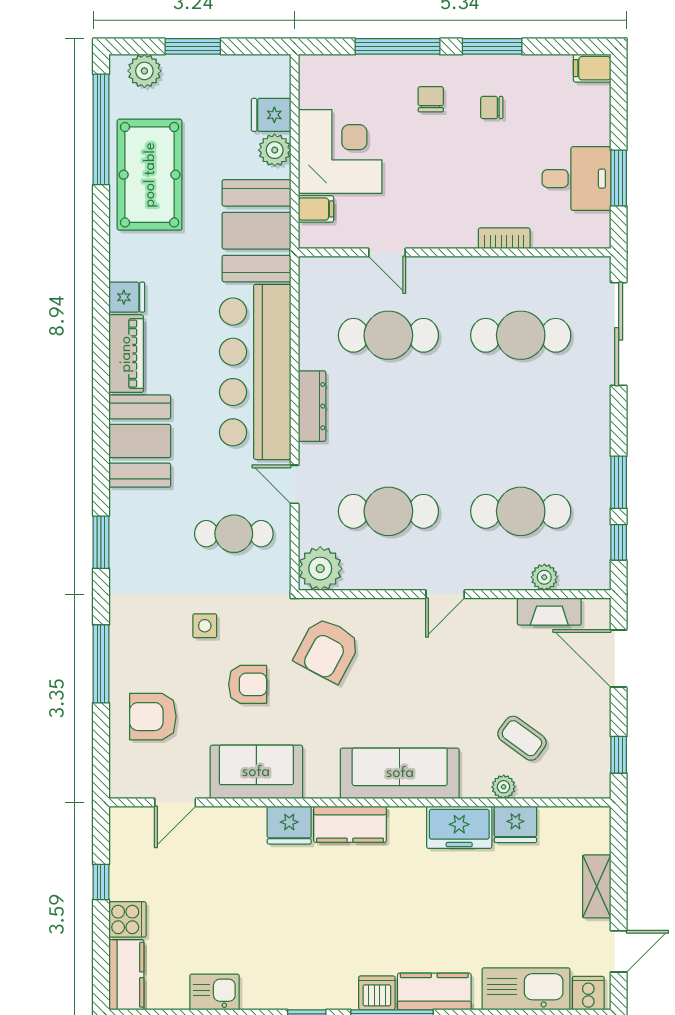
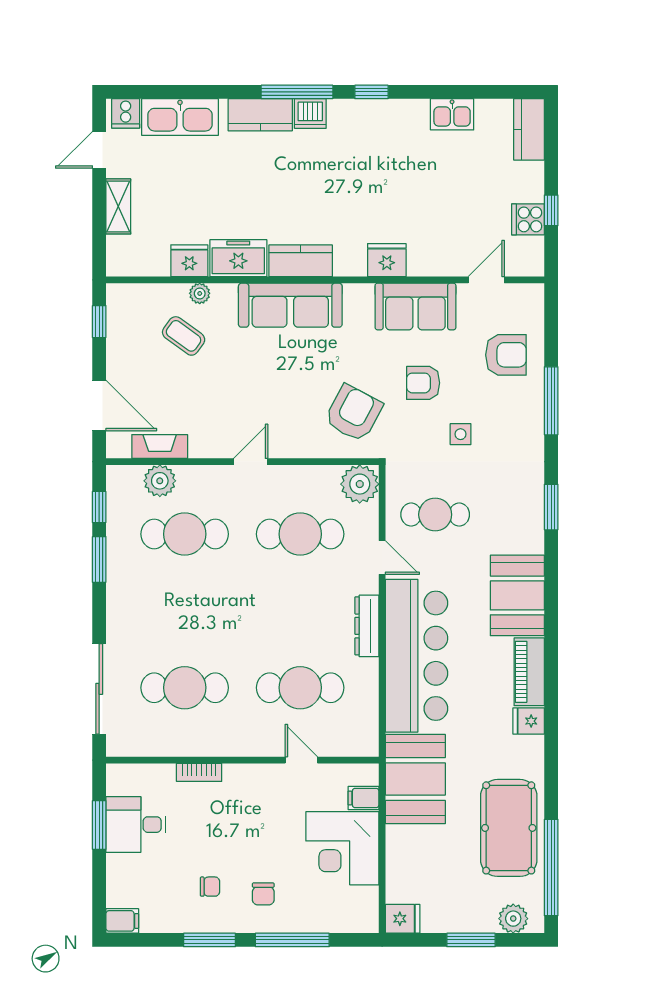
fridge: (271, 115) -> (403, 919), moved
plant: (275, 150) -> (399, 849), removed
plant: (544, 577) -> (160, 481), width x1.38, depth x1.38
kitchen counter: (350, 824) -> (301, 261), moved
cooker: (127, 919) -> (528, 219), moved

